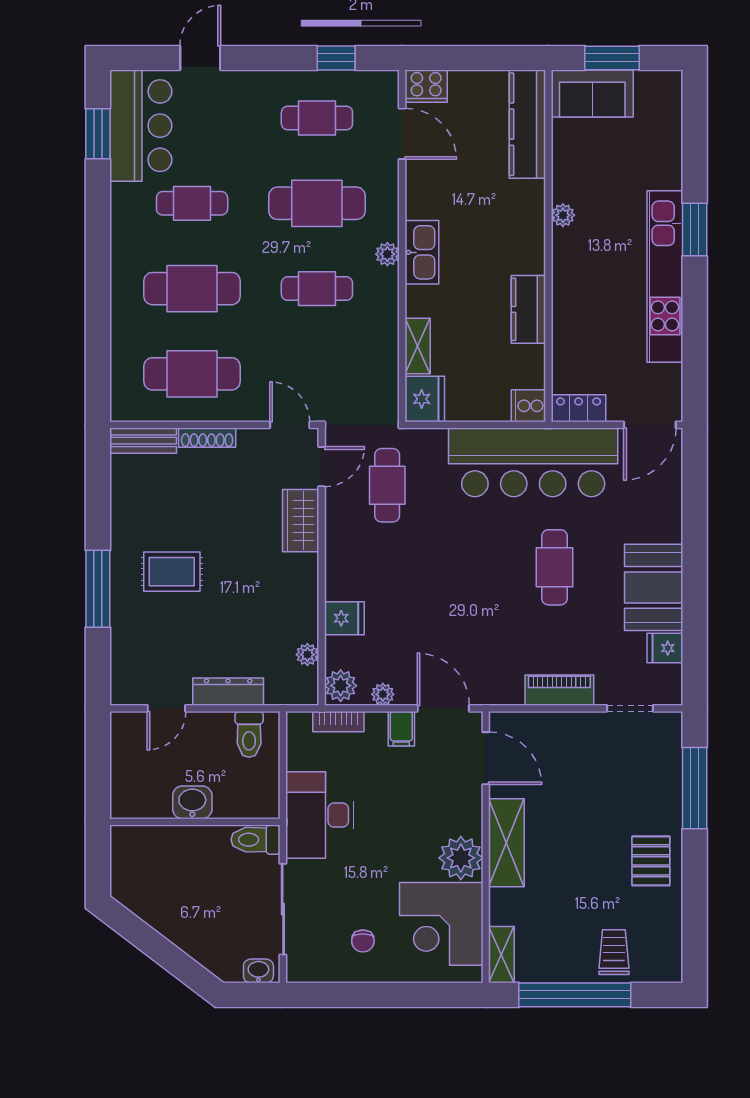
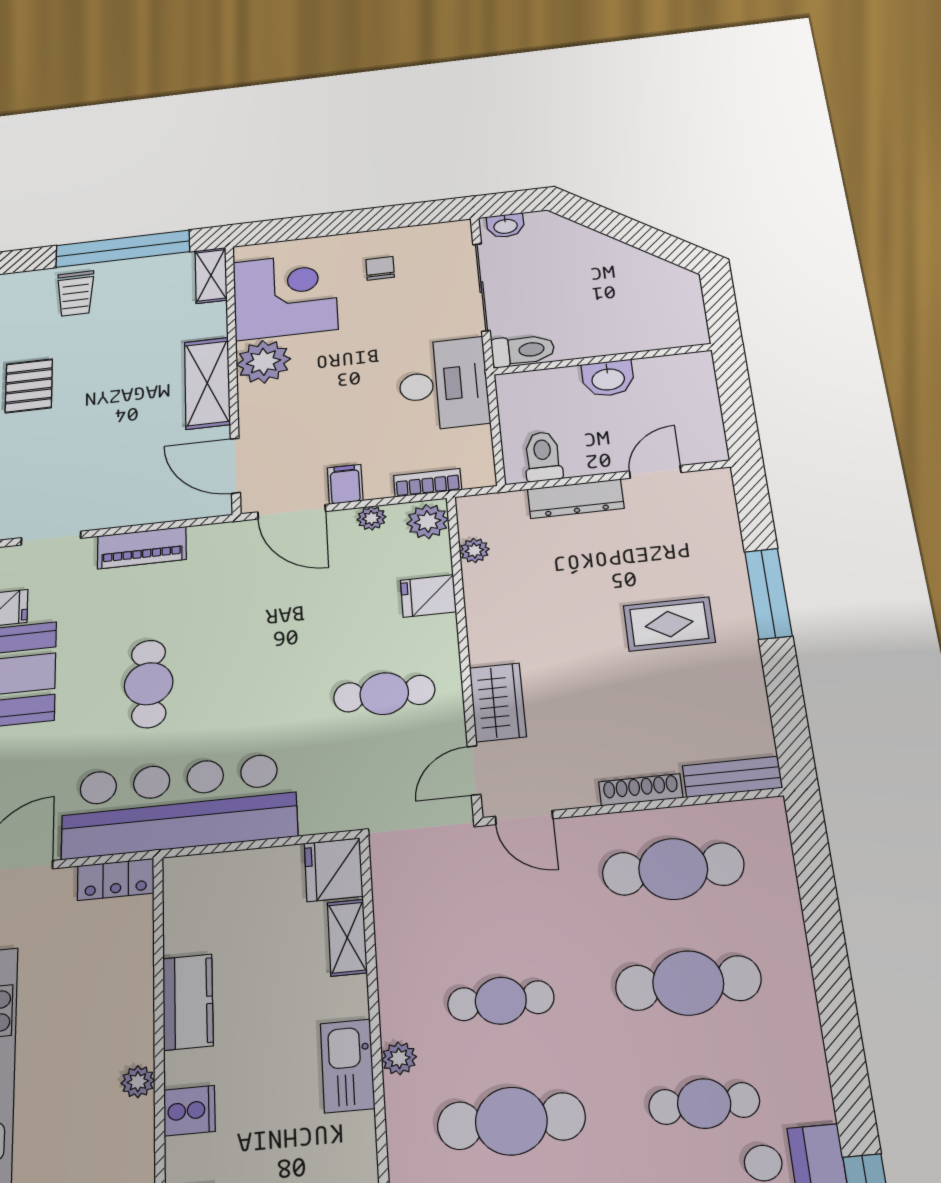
plant: (563, 215) -> (138, 1082), moved
cooker: (528, 406) -> (189, 1111), moved
cafe table: (387, 485) -> (384, 694), moved, turned 90

